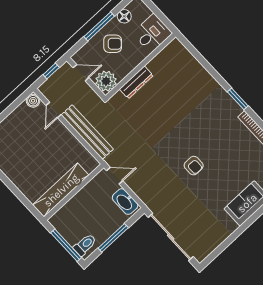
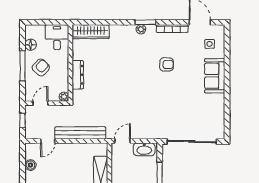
wardrobe: (185, 58) -> (91, 32), added
plant: (106, 81) -> (64, 97), width x0.53, depth x0.53
boiler: (33, 101) -> (30, 165), moved
plant: (228, 101) -> (141, 29), added
door: (54, 110) -> (48, 141), hinge flipped
armchair: (194, 166) -> (166, 64), moved

